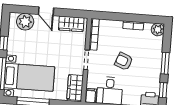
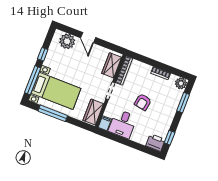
wardrobe: (71, 24) -> (112, 65), moved, turned 90
armchair: (124, 61) -> (143, 102), turned -101
window: (165, 63) -> (183, 103), moved

